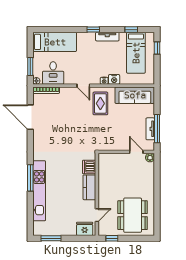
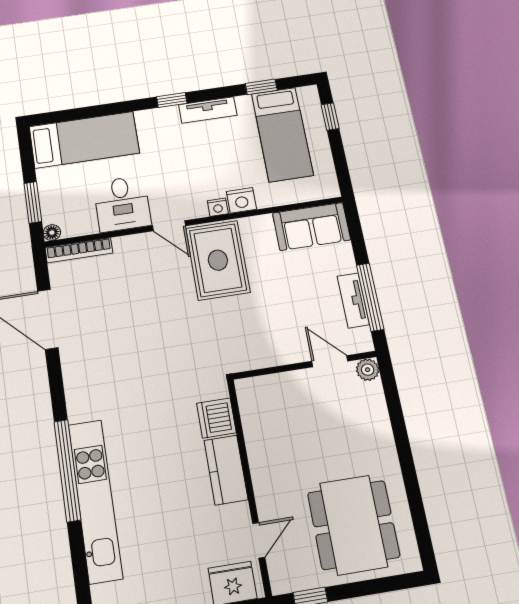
desk: (53, 73) -> (122, 204), moved
sofa: (135, 95) -> (311, 226), width x0.73
rug: (100, 103) -> (218, 260), width x1.36, depth x1.43
window: (30, 178) -> (67, 470), width x1.46

